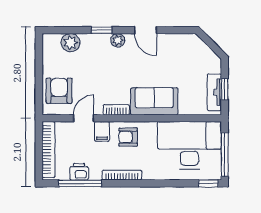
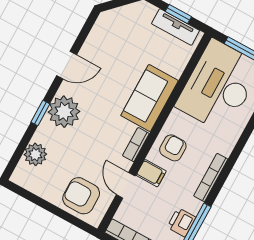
plant: (118, 40) -> (64, 112), width x1.87, depth x1.87
armchair: (128, 137) -> (173, 148), turned 180

